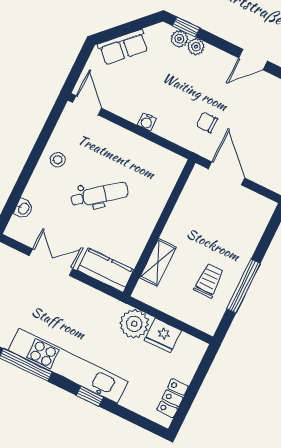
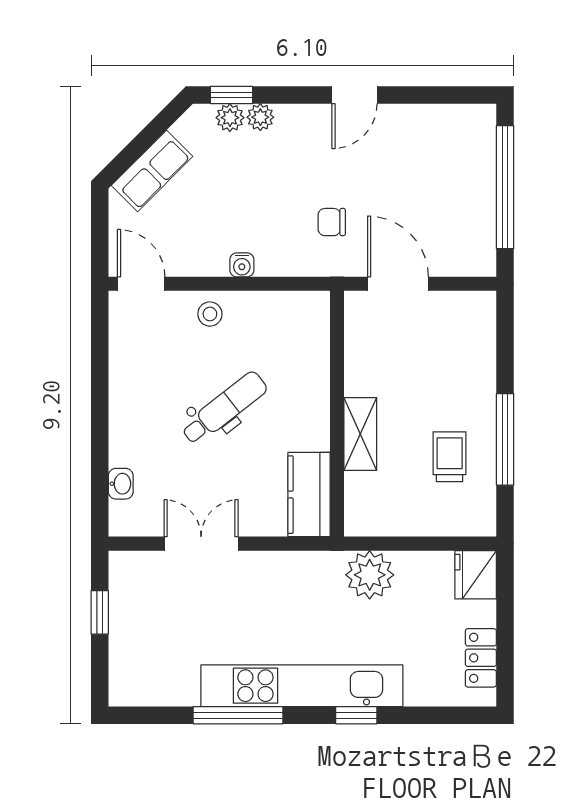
stool: (58, 160) -> (210, 314), moved
shelving: (158, 262) -> (360, 434), moved
kitchen counter: (106, 270) -> (309, 495), moved, turned -90
fridge: (163, 335) -> (476, 575), moved, turned 90

